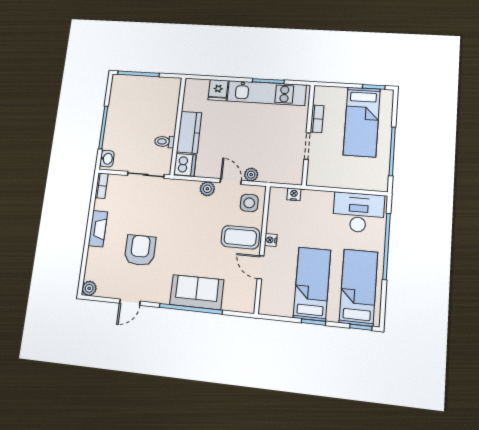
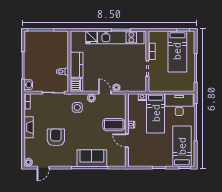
side table: (249, 203) -> (77, 107), moved
bed: (312, 284) -> (156, 113), moved, turned 180
door: (130, 302) -> (43, 168), moved

